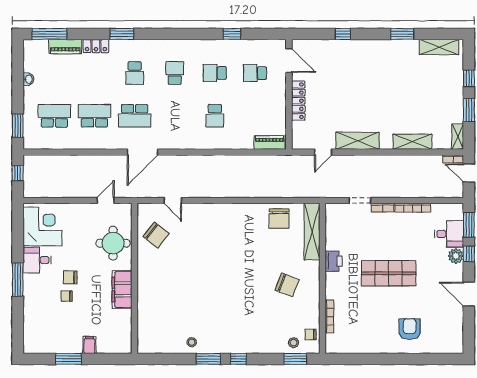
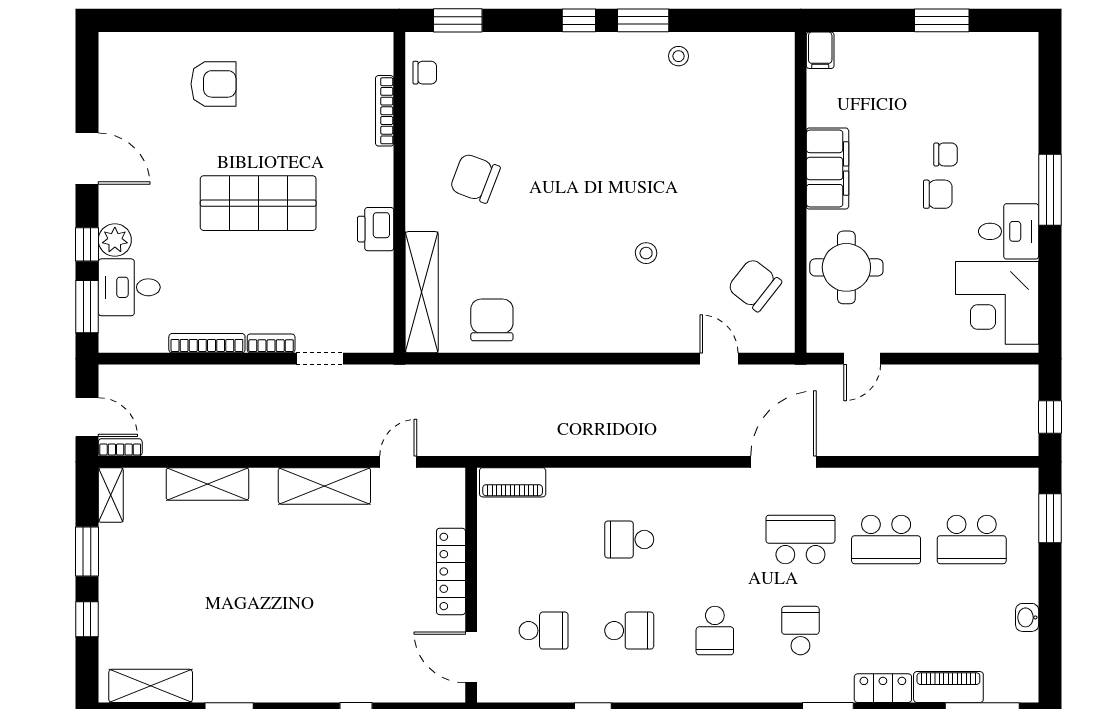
school desk: (215, 116) -> (629, 540), turned -90
armchair: (410, 329) -> (214, 84), turned -90
stool: (294, 343) -> (646, 253), moved
filing cabinet: (89, 345) -> (820, 50), moved

